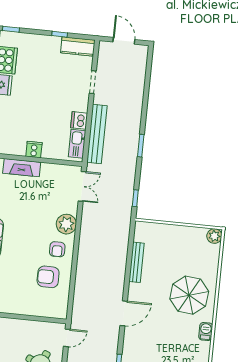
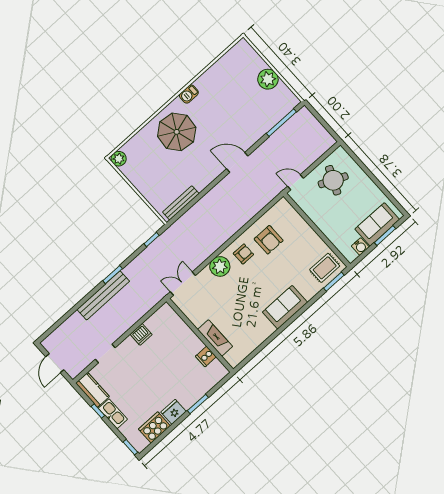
bench: (97, 134) -> (103, 295), moved
kitchen sink: (77, 144) -> (113, 414), moved, turned -90
cooker: (34, 149) -> (206, 357), moved
bench: (136, 262) -> (181, 203), moved

